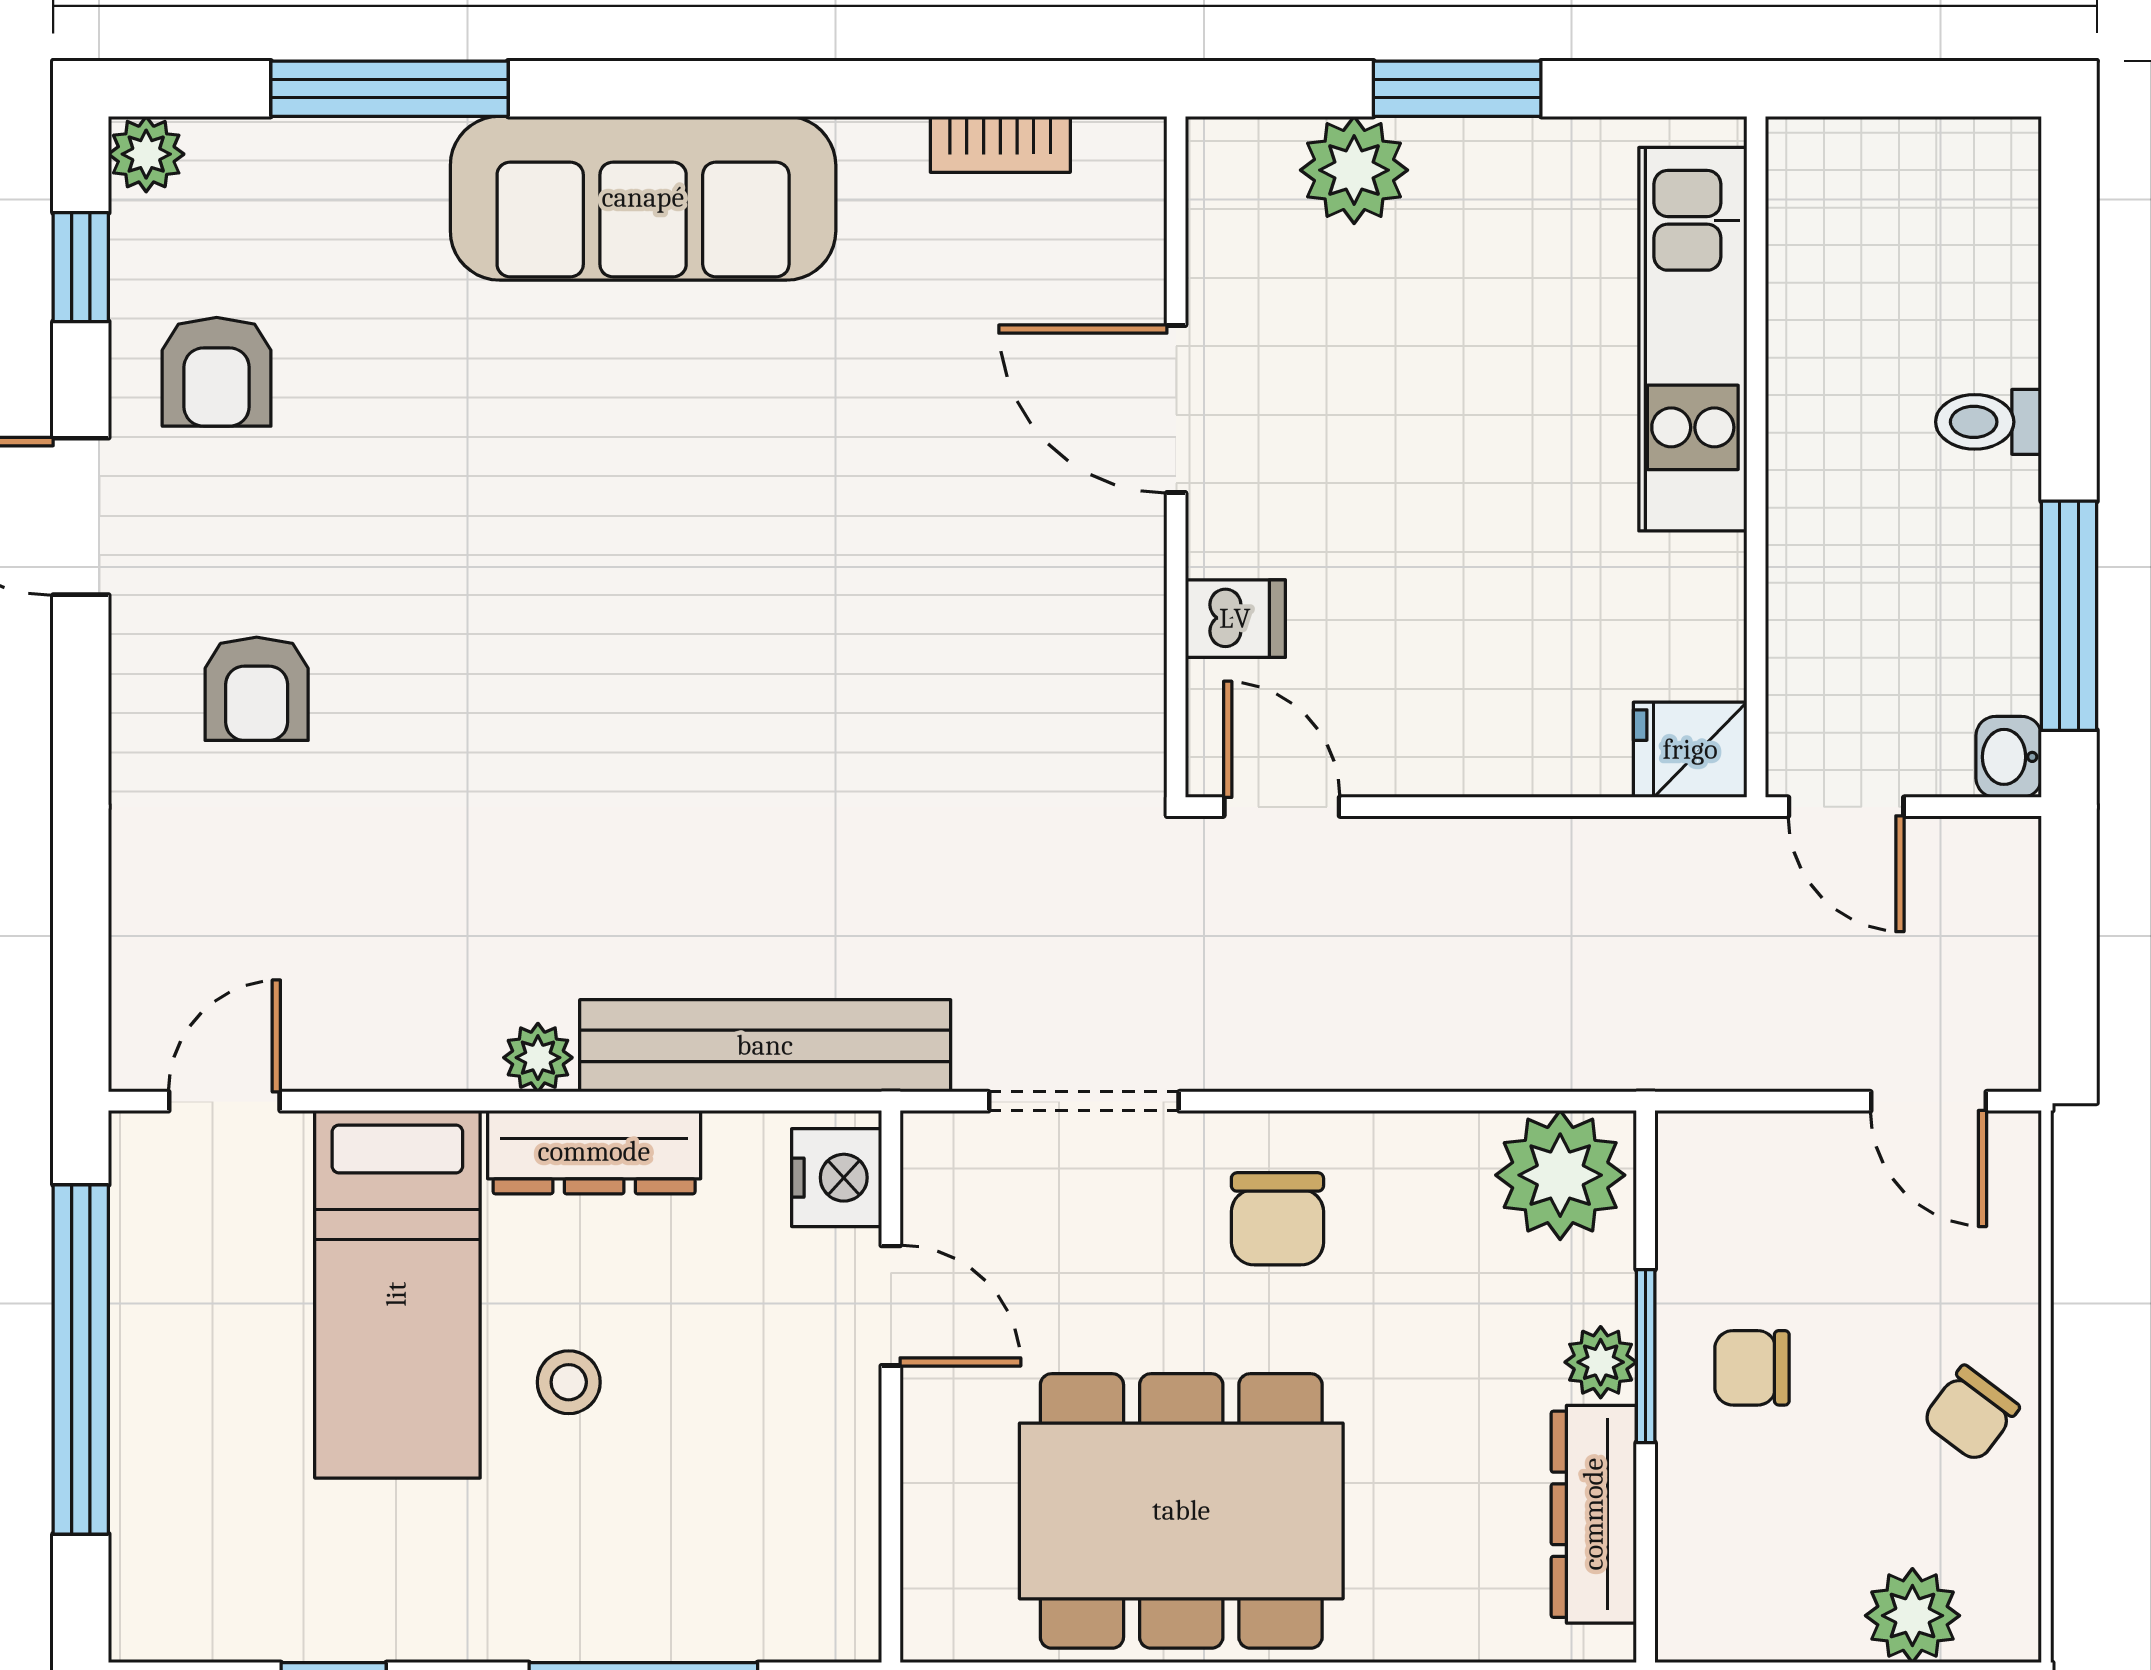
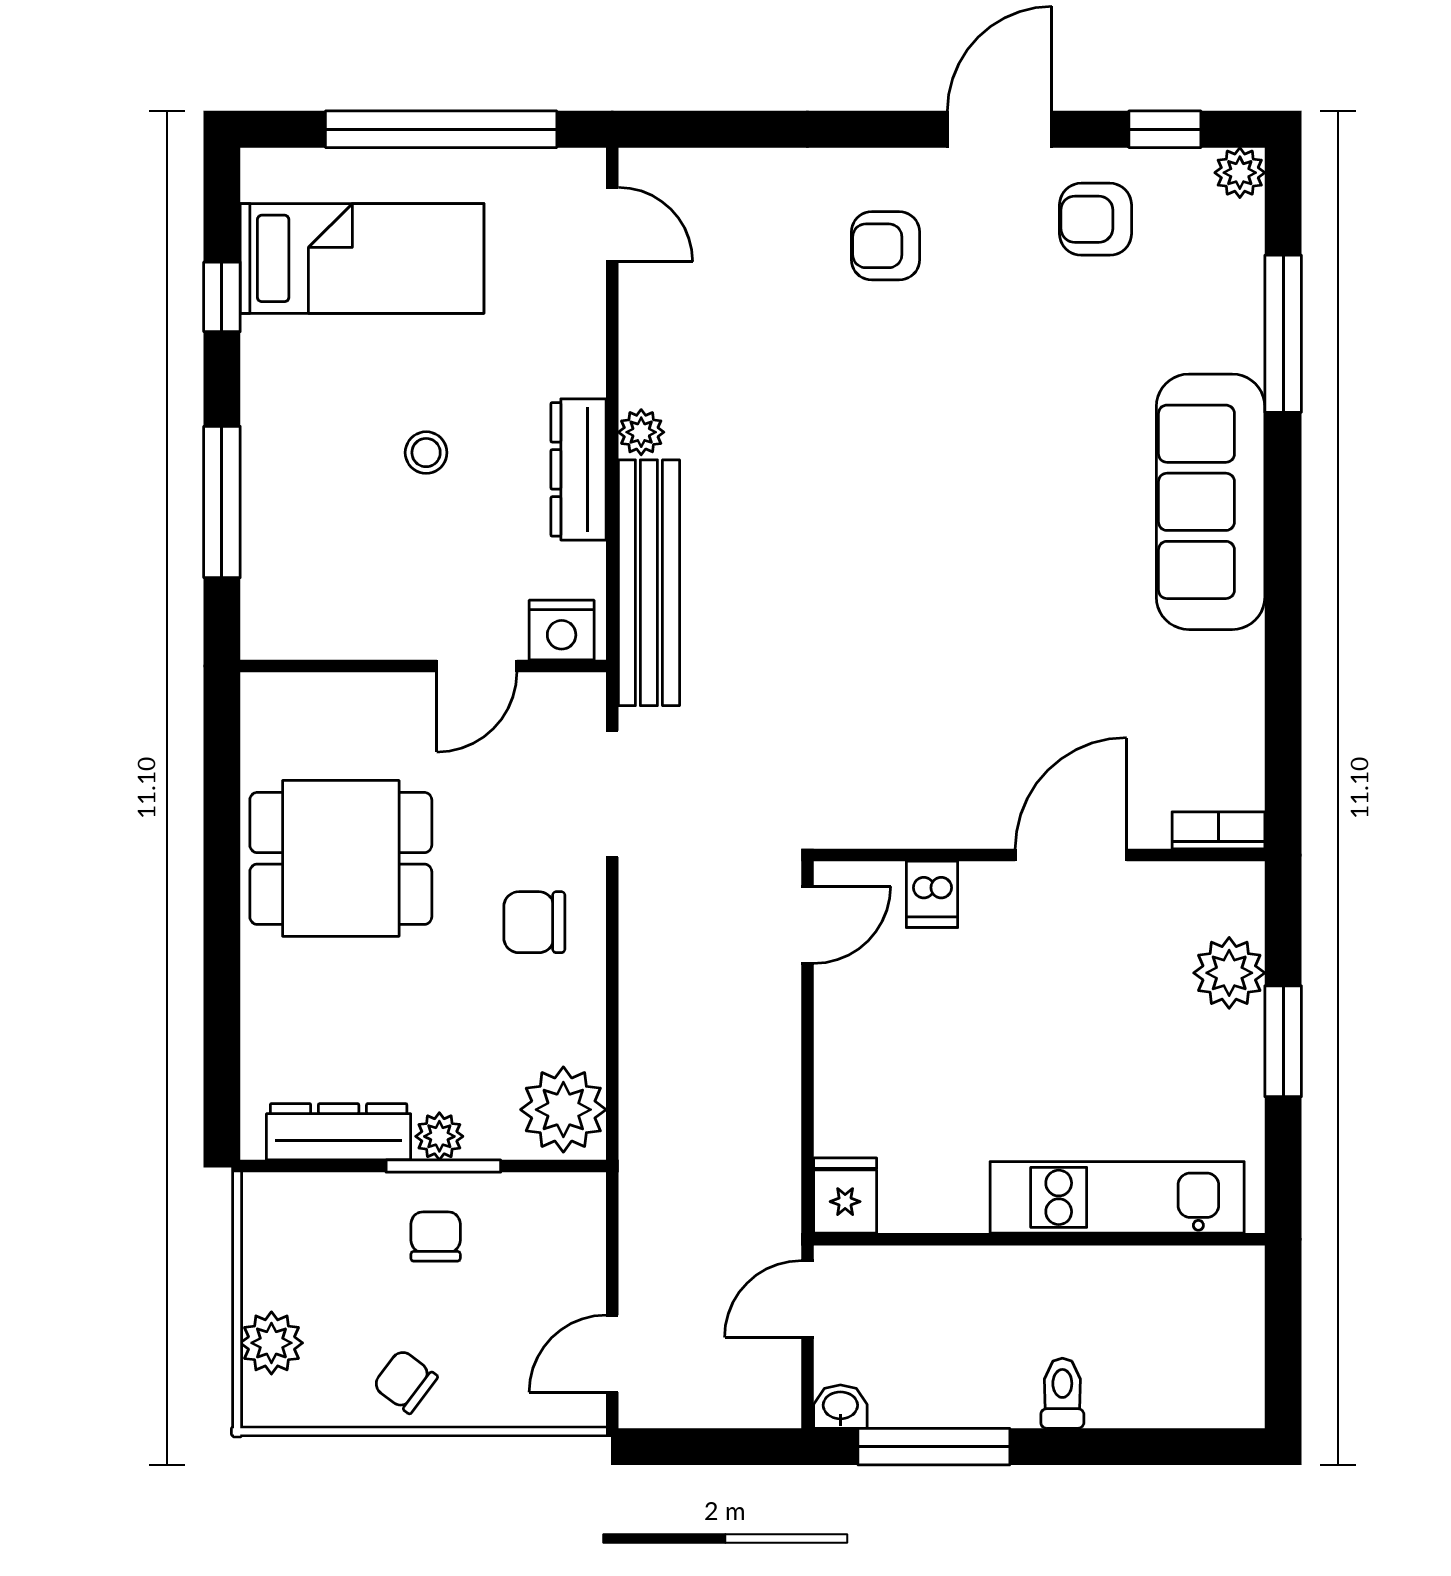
bookcase: (1000, 144) -> (1218, 830), moved, turned 90
bed: (397, 1294) -> (362, 258), moved, turned 180
dining table: (1181, 1511) -> (341, 858), width x0.73

